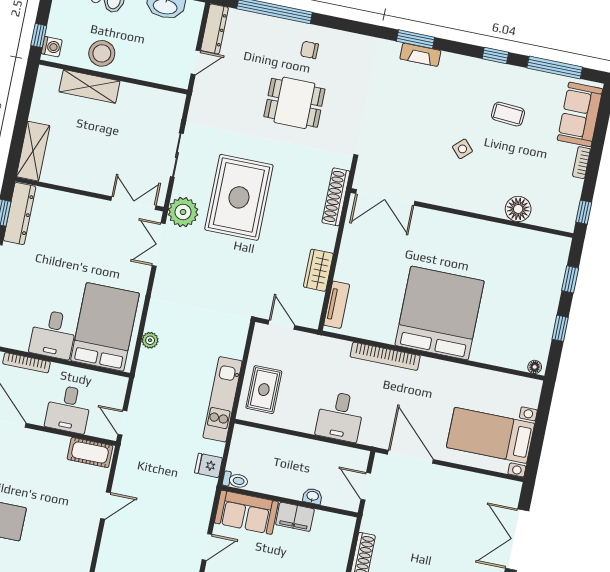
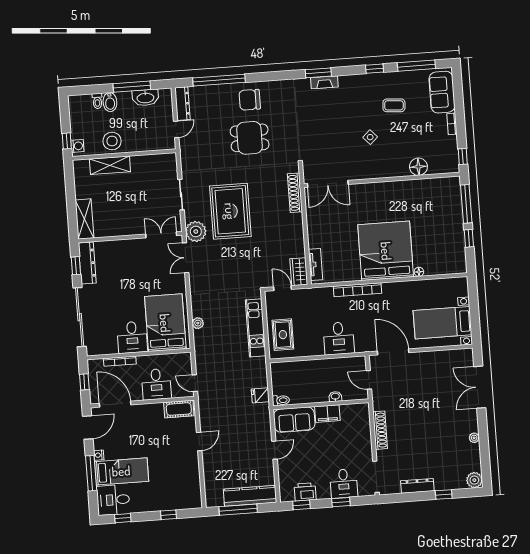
chair: (309, 50) -> (250, 100), width x1.87, depth x1.87
wardrobe: (318, 270) -> (299, 272), moved
window: (570, 279) -> (466, 204), width x2.17
floor lamp: (535, 367) -> (419, 272), moved
kitchen unit: (223, 399) -> (256, 328), moved

